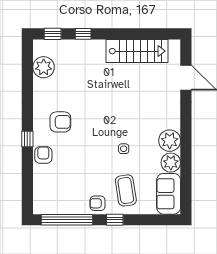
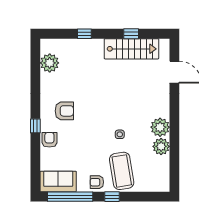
window: (53, 34) -> (131, 34), moved
coffee table: (126, 190) -> (122, 171), width x1.36, depth x1.32
sofa: (169, 194) -> (58, 181), moved, turned 90

